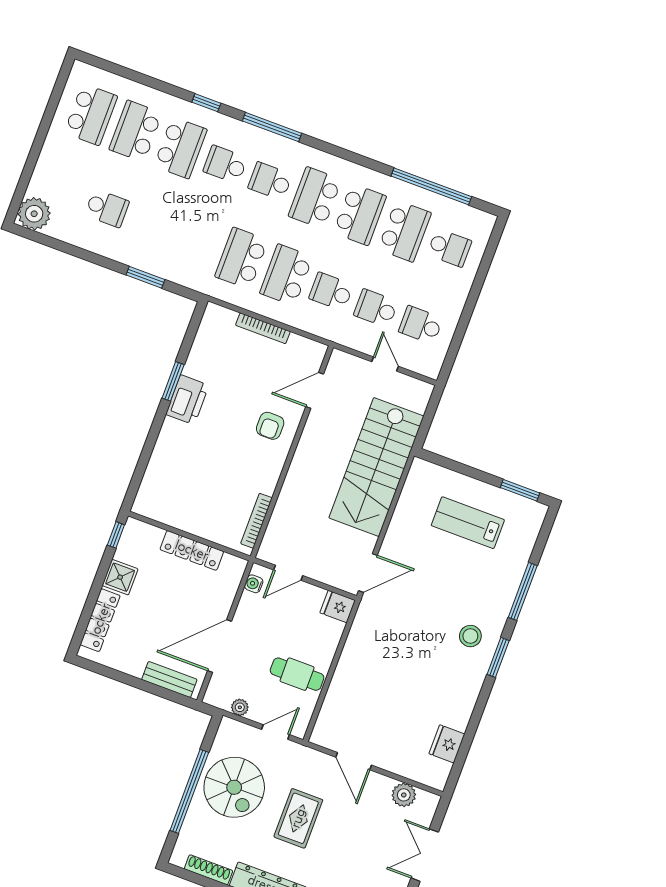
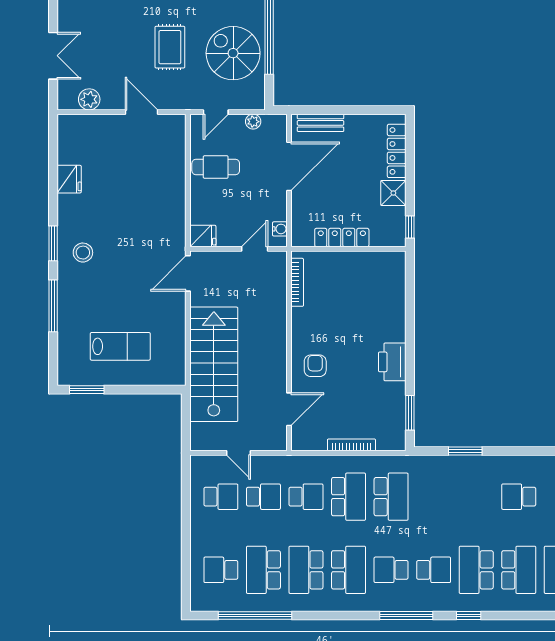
school desk: (270, 181) -> (391, 570), turned 180
window: (173, 381) -> (410, 413), moved
fridge: (447, 744) -> (69, 179), moved

